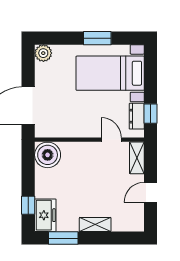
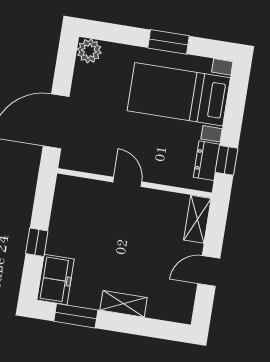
door: (111, 140) -> (127, 182), moved
boiler: (48, 155) -> (72, 195), removed
window: (28, 205) -> (37, 242), moved

